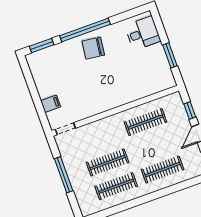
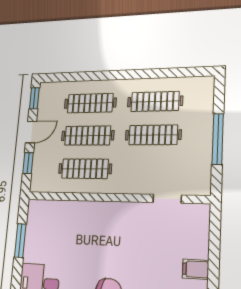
filing cabinet: (51, 104) -> (196, 269), moved
doorway: (65, 129) -> (167, 199), moved
clothes rail: (154, 146) -> (88, 136), added

